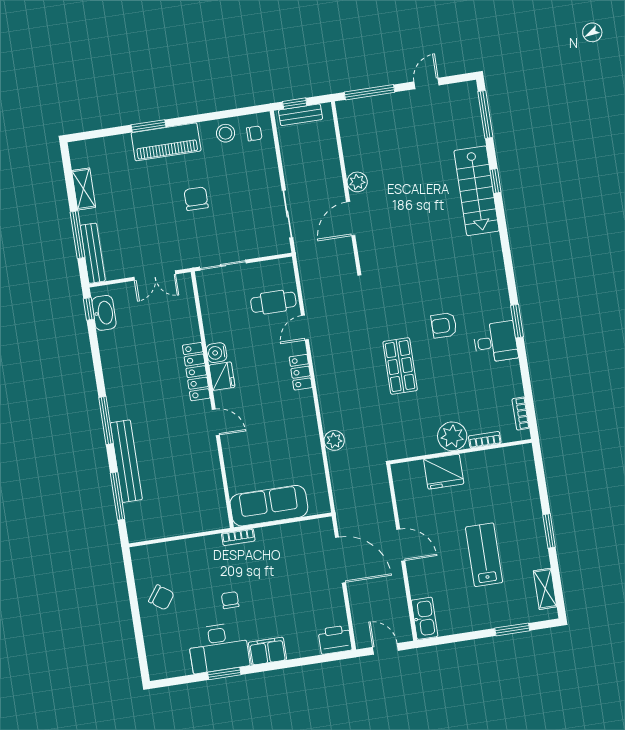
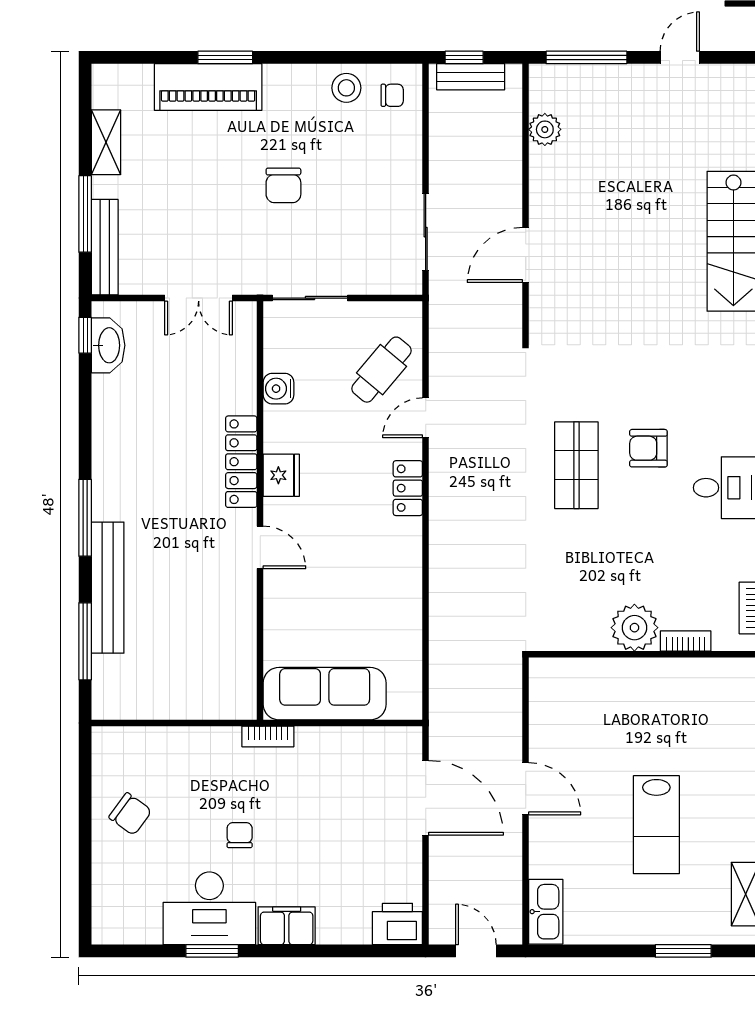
piano: (166, 142) -> (208, 87), moved
plant: (357, 182) -> (545, 129), moved
chair: (196, 199) -> (283, 185), turned 180
cafe table: (273, 302) -> (381, 370), turned -50
water cooler: (217, 353) -> (278, 389), moved
shop shelf: (400, 366) -> (576, 465), moved
plant: (334, 440) -> (445, 605), removed
fridge: (444, 472) -> (612, 682), removed
lab bench: (484, 555) -> (656, 825), turned 180

